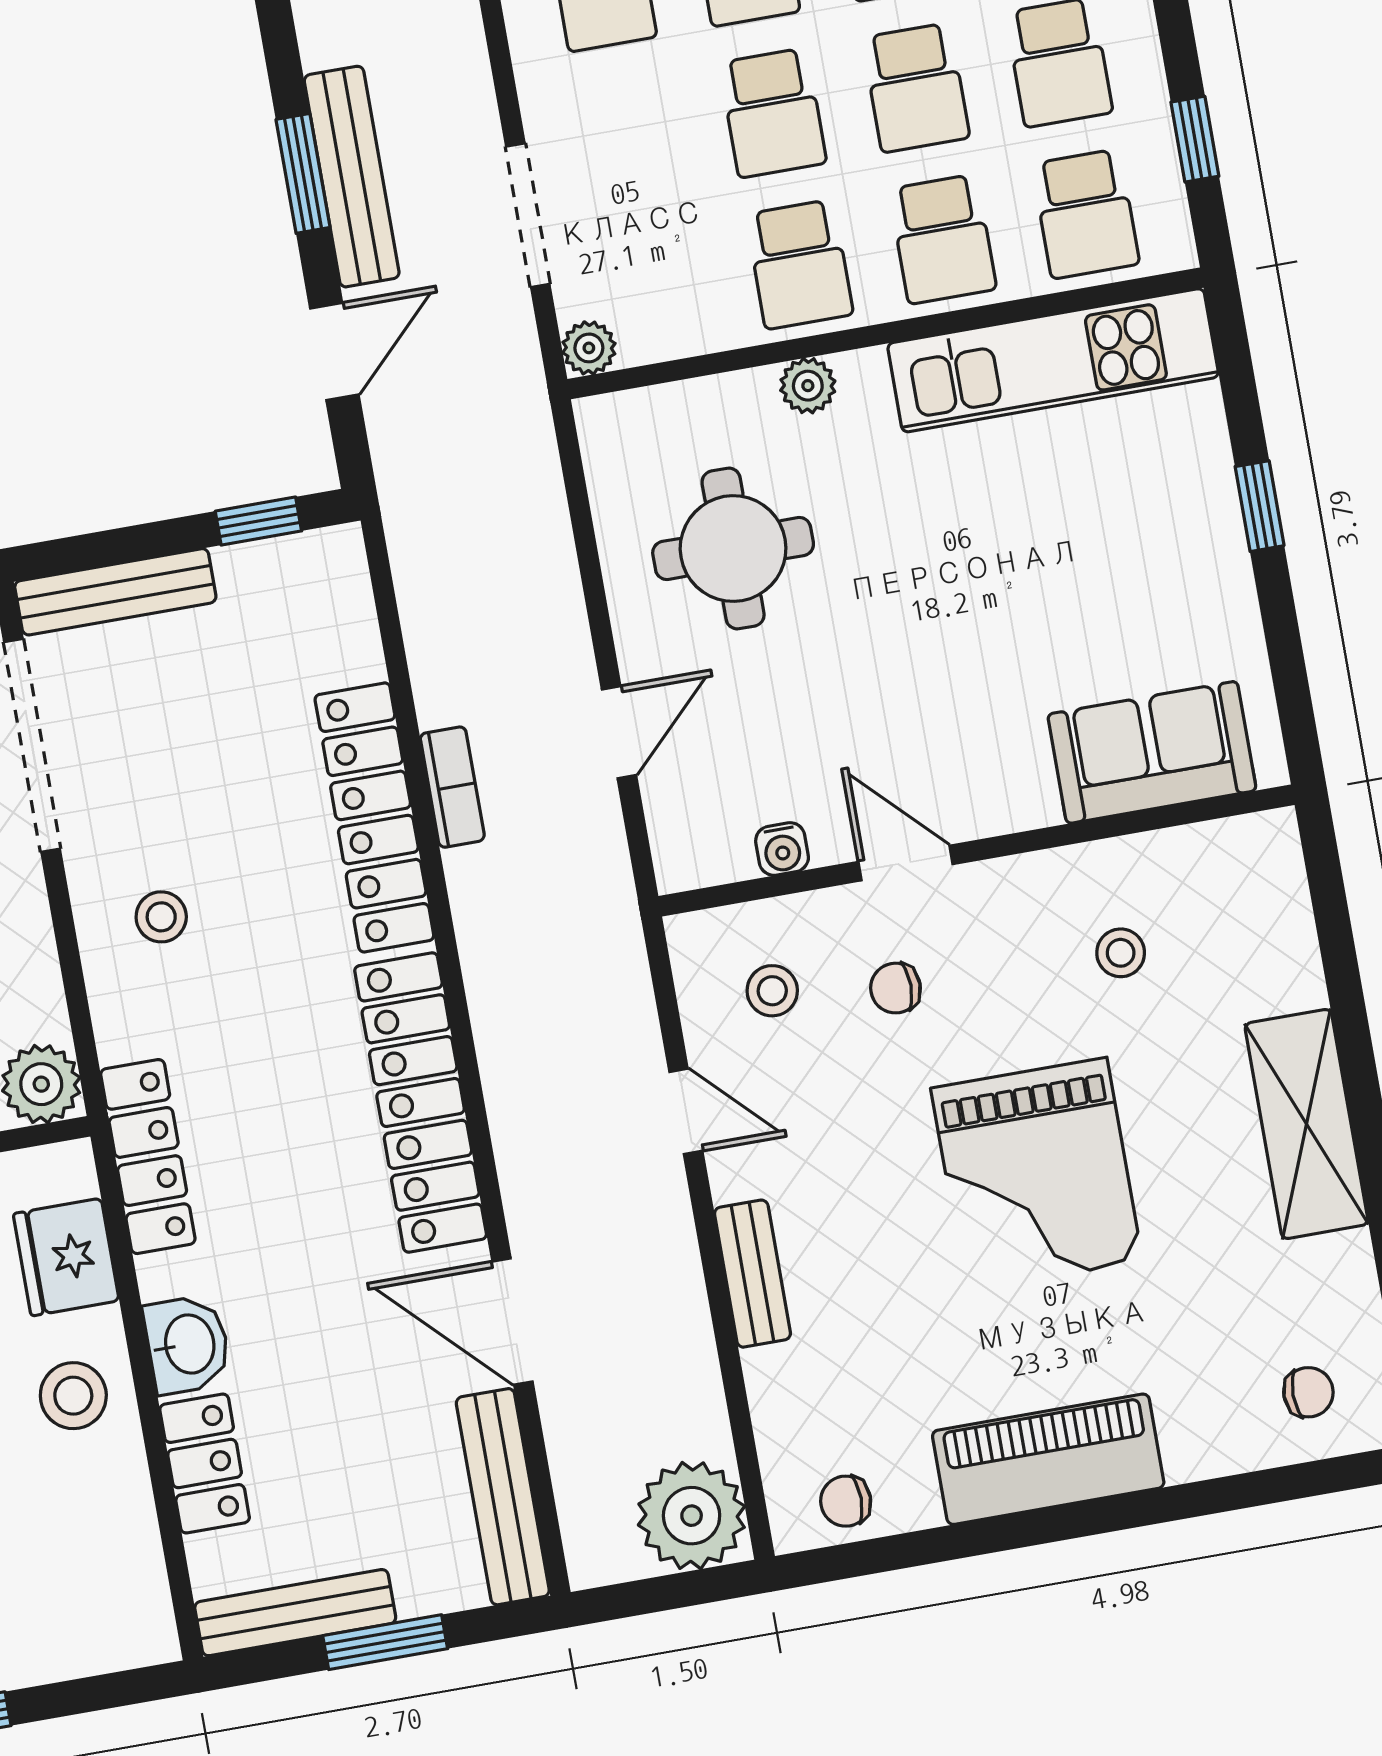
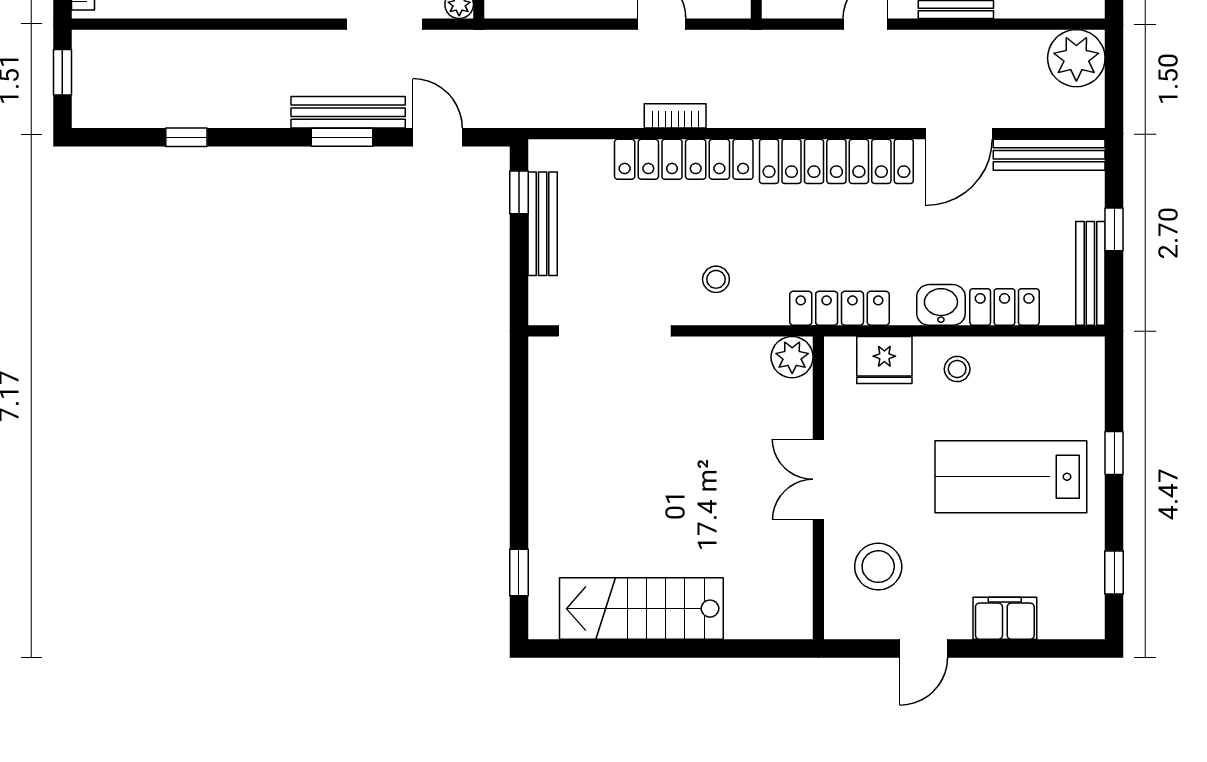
bench: (115, 592) -> (543, 224), moved
stool: (73, 1396) -> (957, 369), width x0.73, depth x0.73
window: (385, 1642) -> (1114, 229), width x0.67

